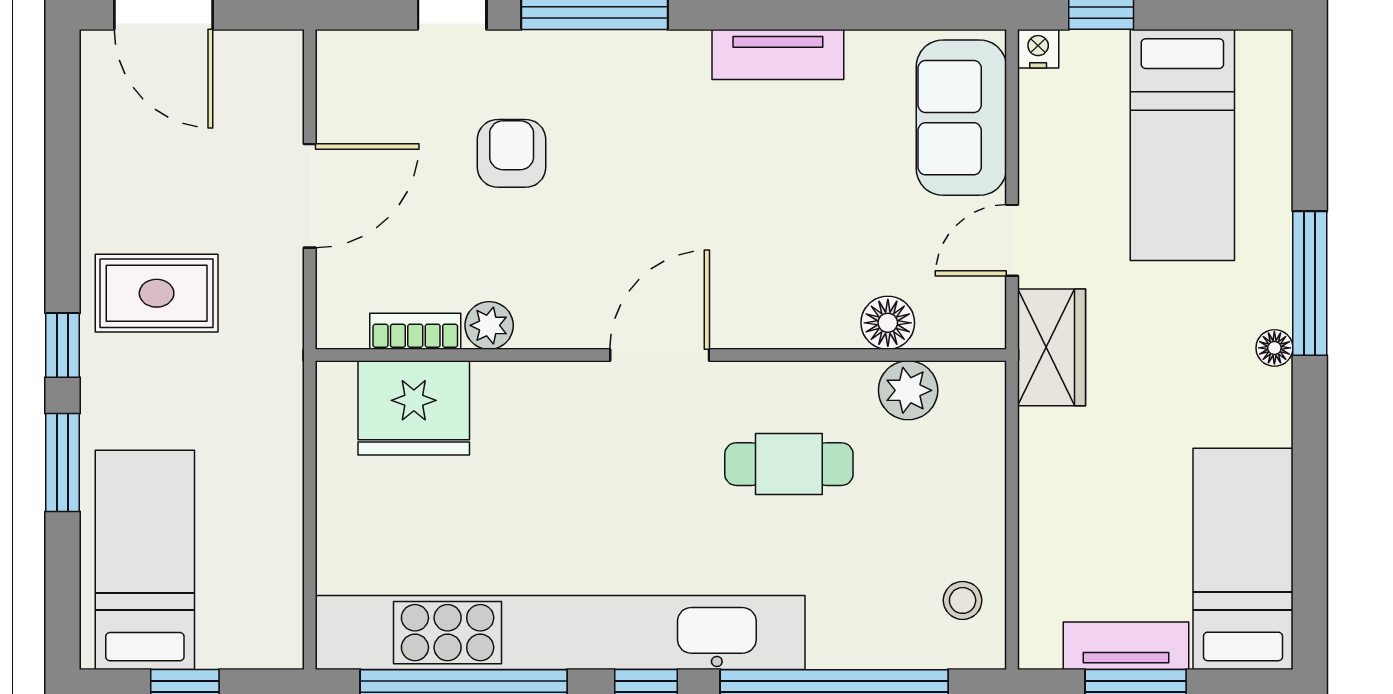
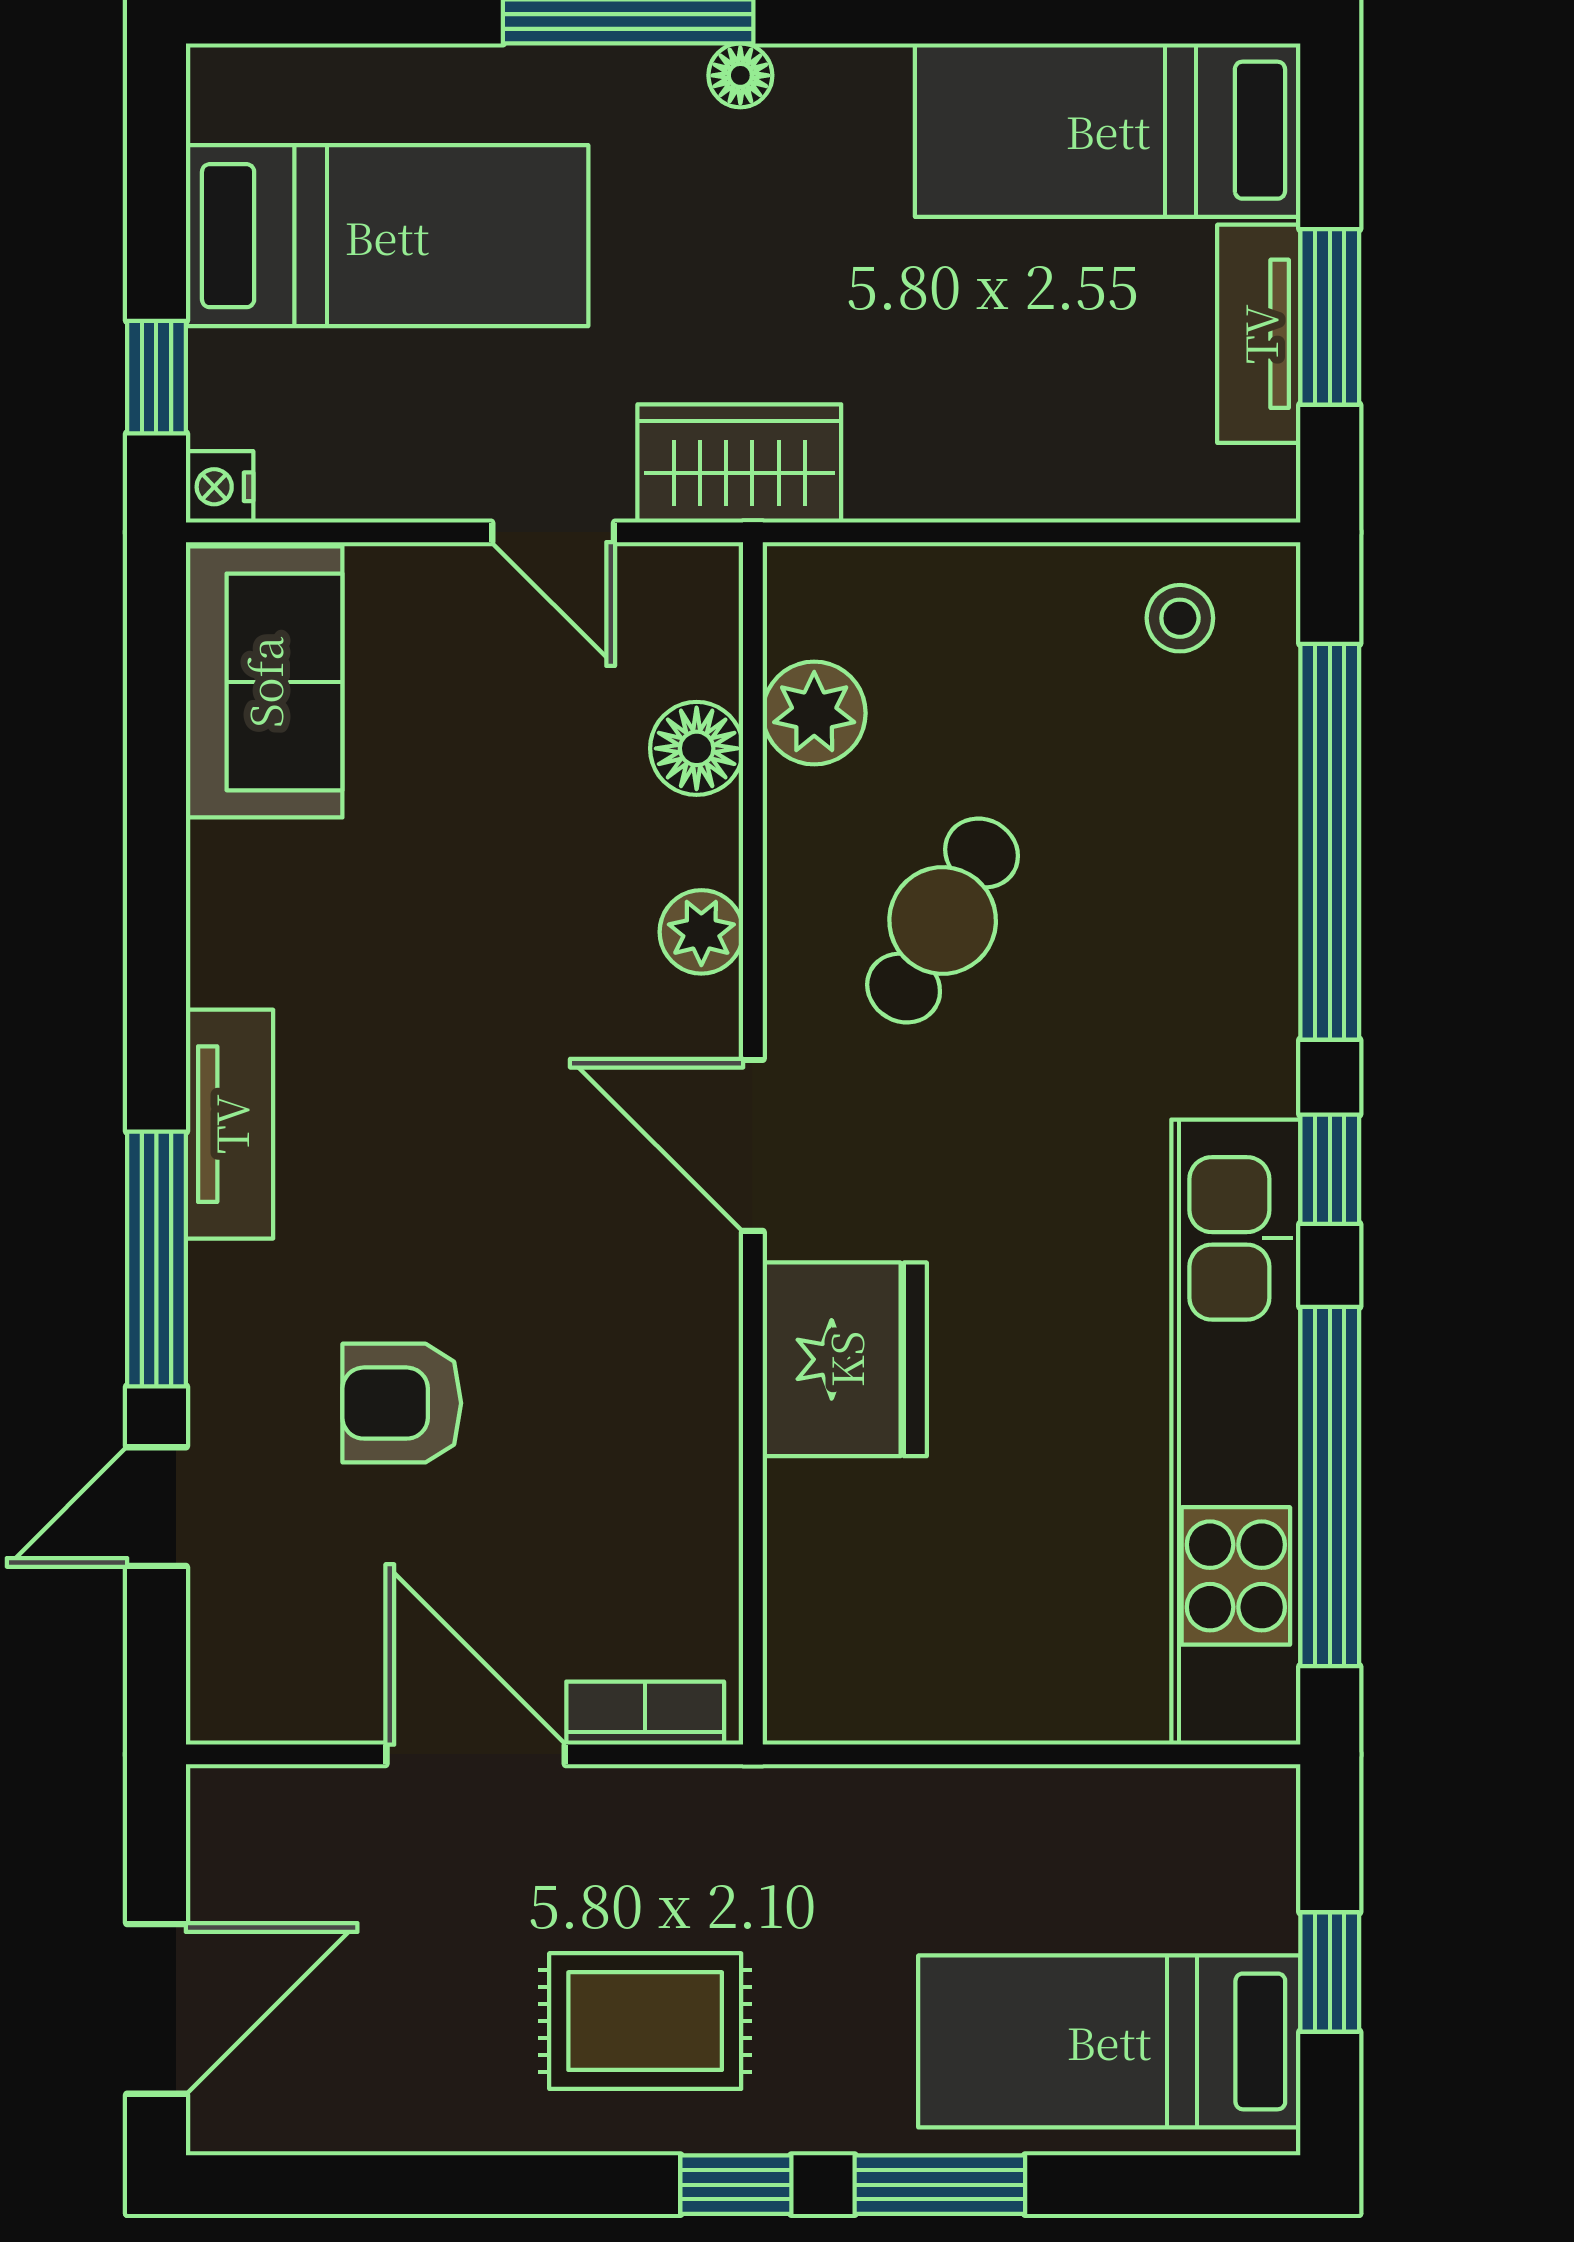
tv unit: (778, 54) -> (230, 1124), moved
sofa: (961, 118) -> (264, 682), moved, turned -90
rug: (157, 293) -> (645, 2021), turned 90
plant: (489, 325) -> (701, 932), moved
bookcase: (415, 331) -> (645, 1713), moved, turned 90
fridge: (414, 408) -> (845, 1359), moved
cafe table: (789, 464) -> (943, 920), turned 30
kitchen unit: (560, 633) -> (1236, 1432), width x0.73

